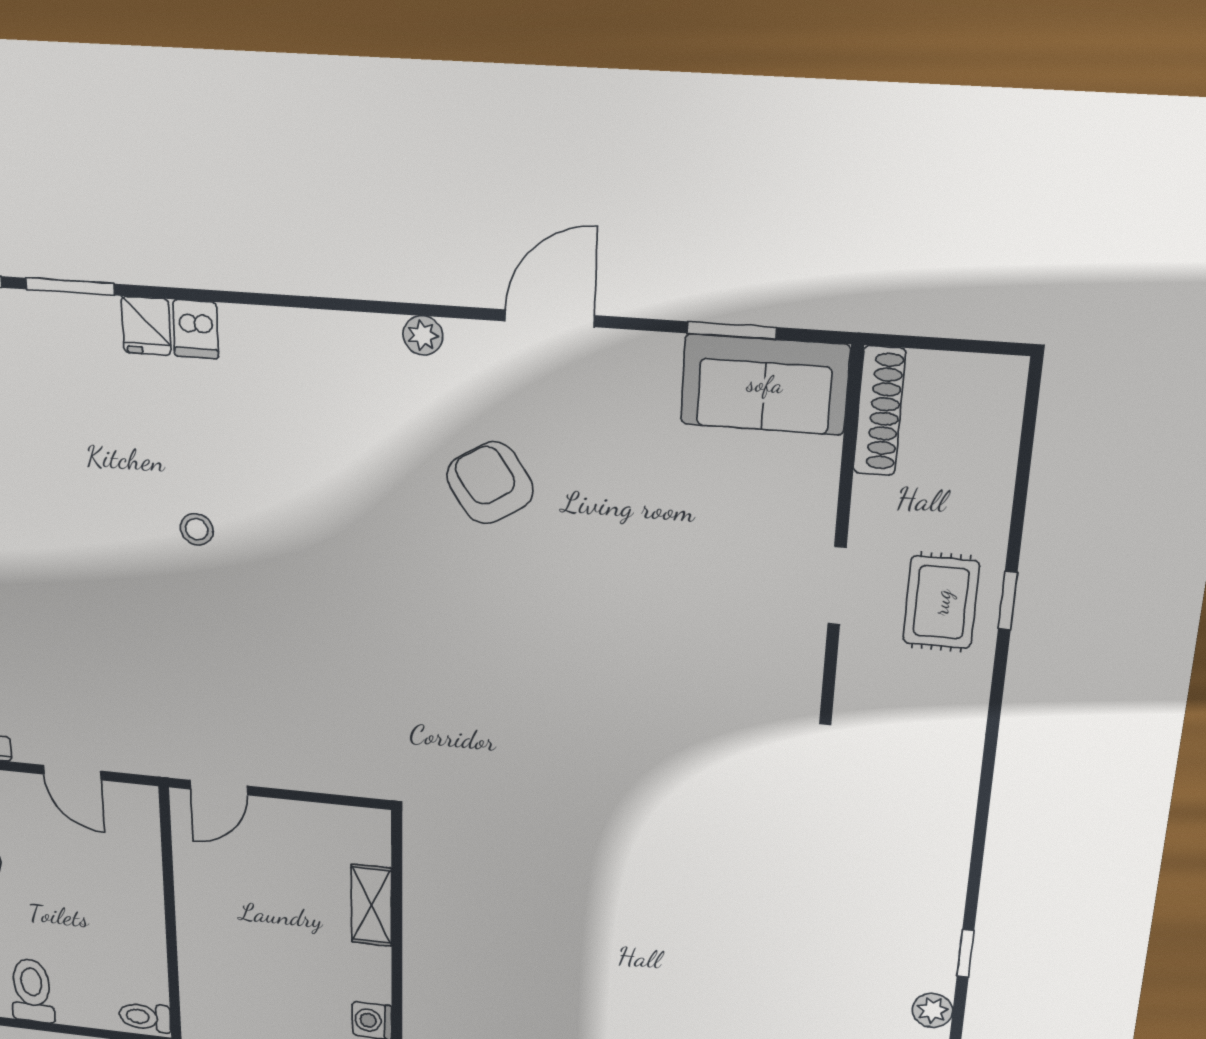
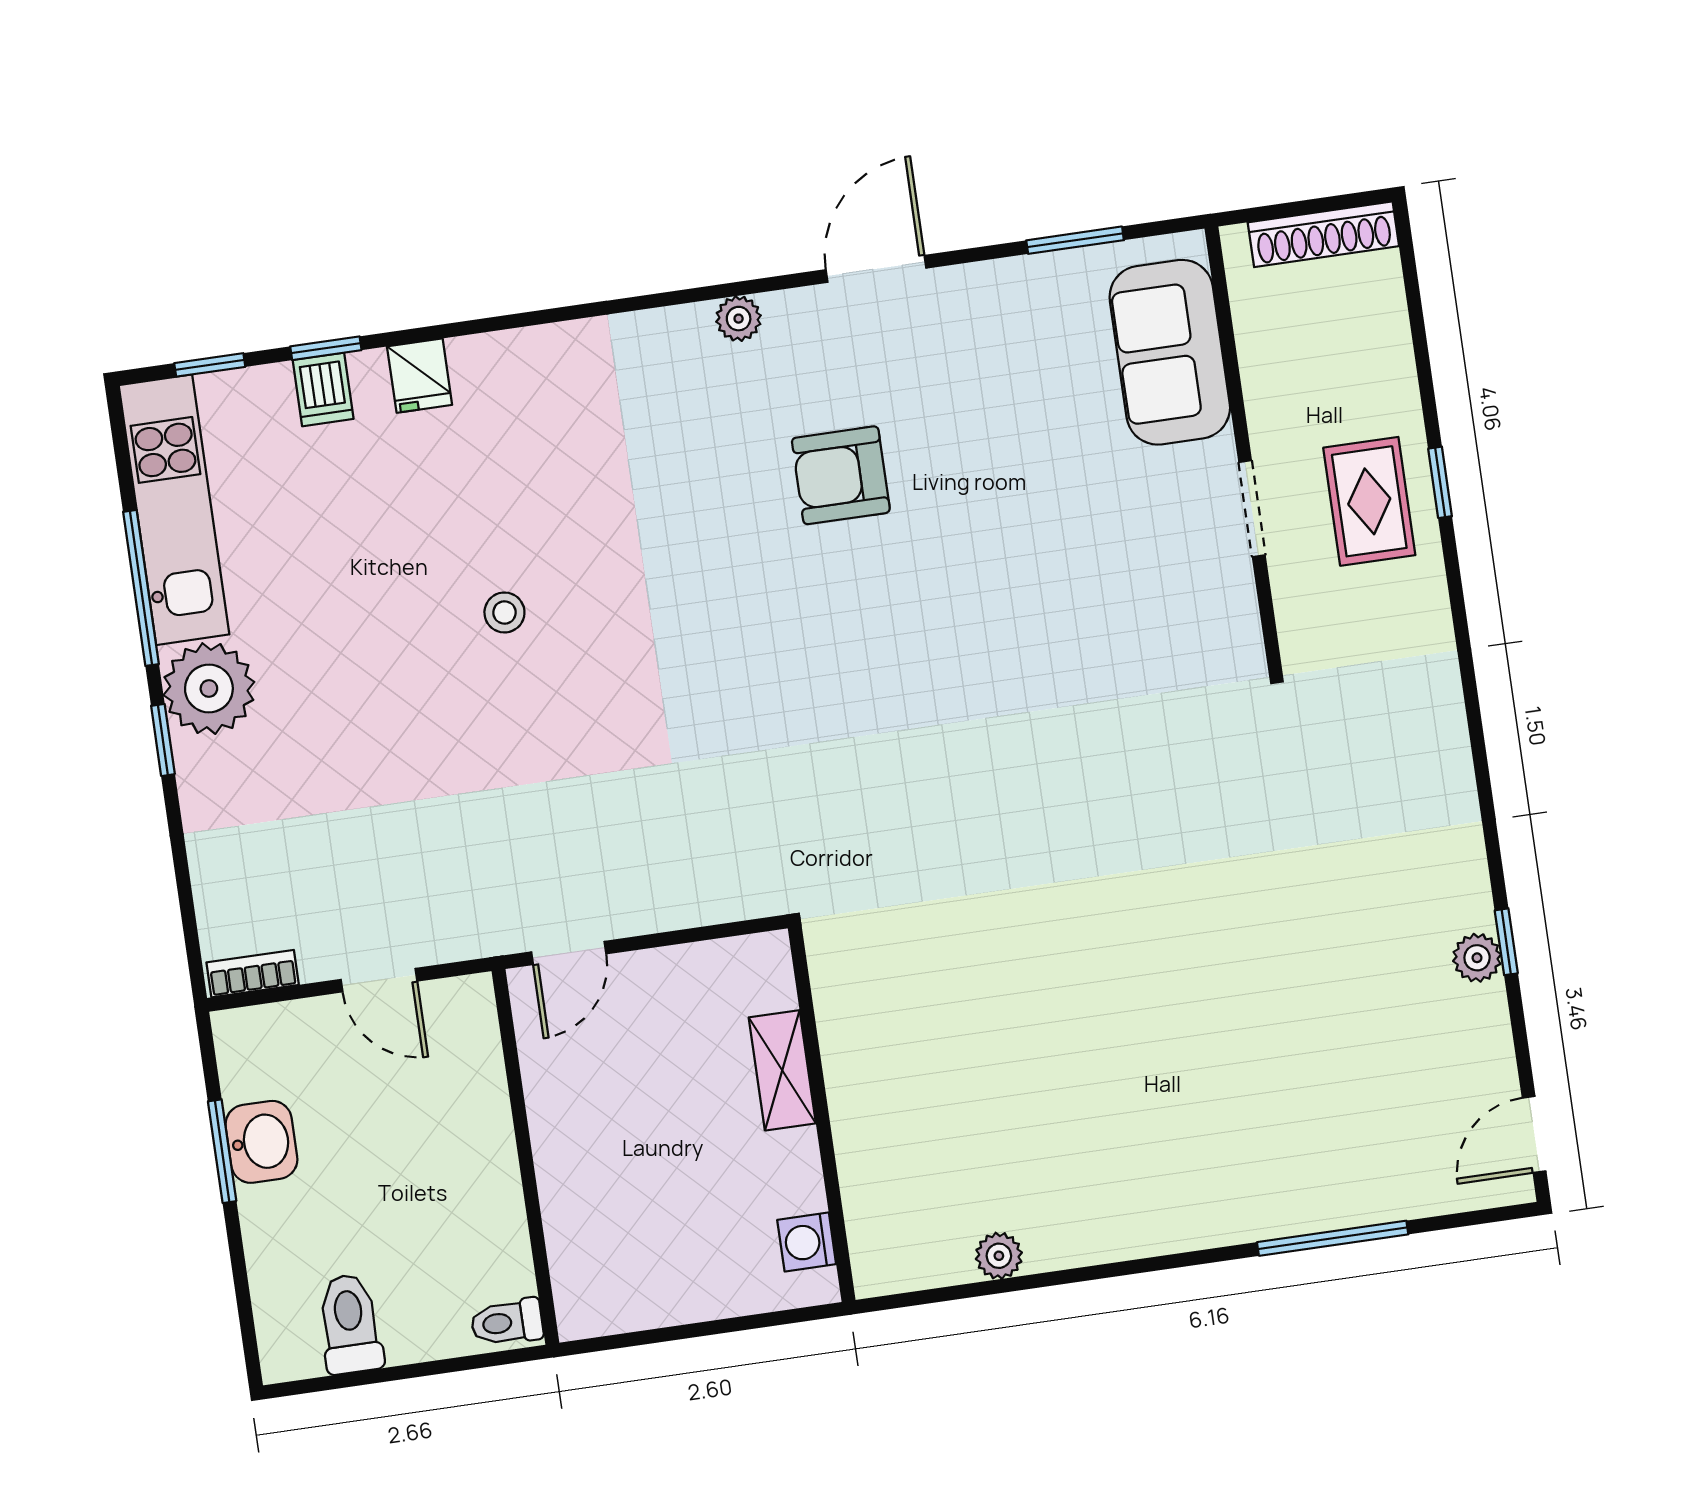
window: (70, 287) -> (326, 348), width x0.67
dishwasher: (196, 329) -> (323, 389), moved
sofa: (765, 384) -> (1170, 352), moved, turned 90
shoe rack: (879, 411) -> (1323, 234), moved, turned 90
armchair: (490, 483) -> (841, 475), turned -57
plant: (932, 1010) -> (1477, 958), moved

